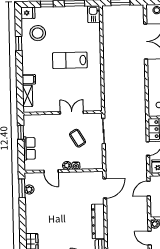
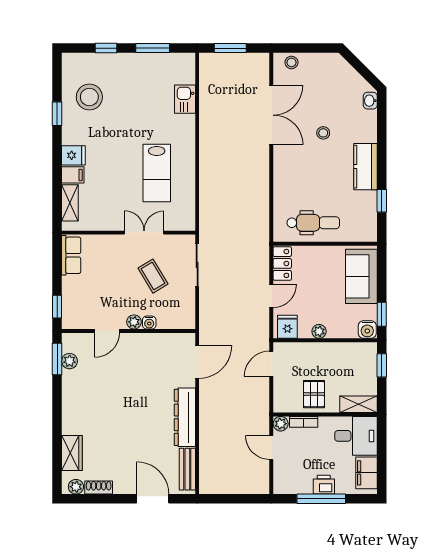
fridge: (28, 13) -> (73, 155), moved
kitchen sink: (94, 14) -> (185, 99), moved
lab bench: (70, 60) -> (157, 173), moved, turned -90
window: (21, 132) -> (57, 307), moved
row of seats: (29, 148) -> (71, 255), moved
door: (51, 171) -> (107, 331), hinge flipped

